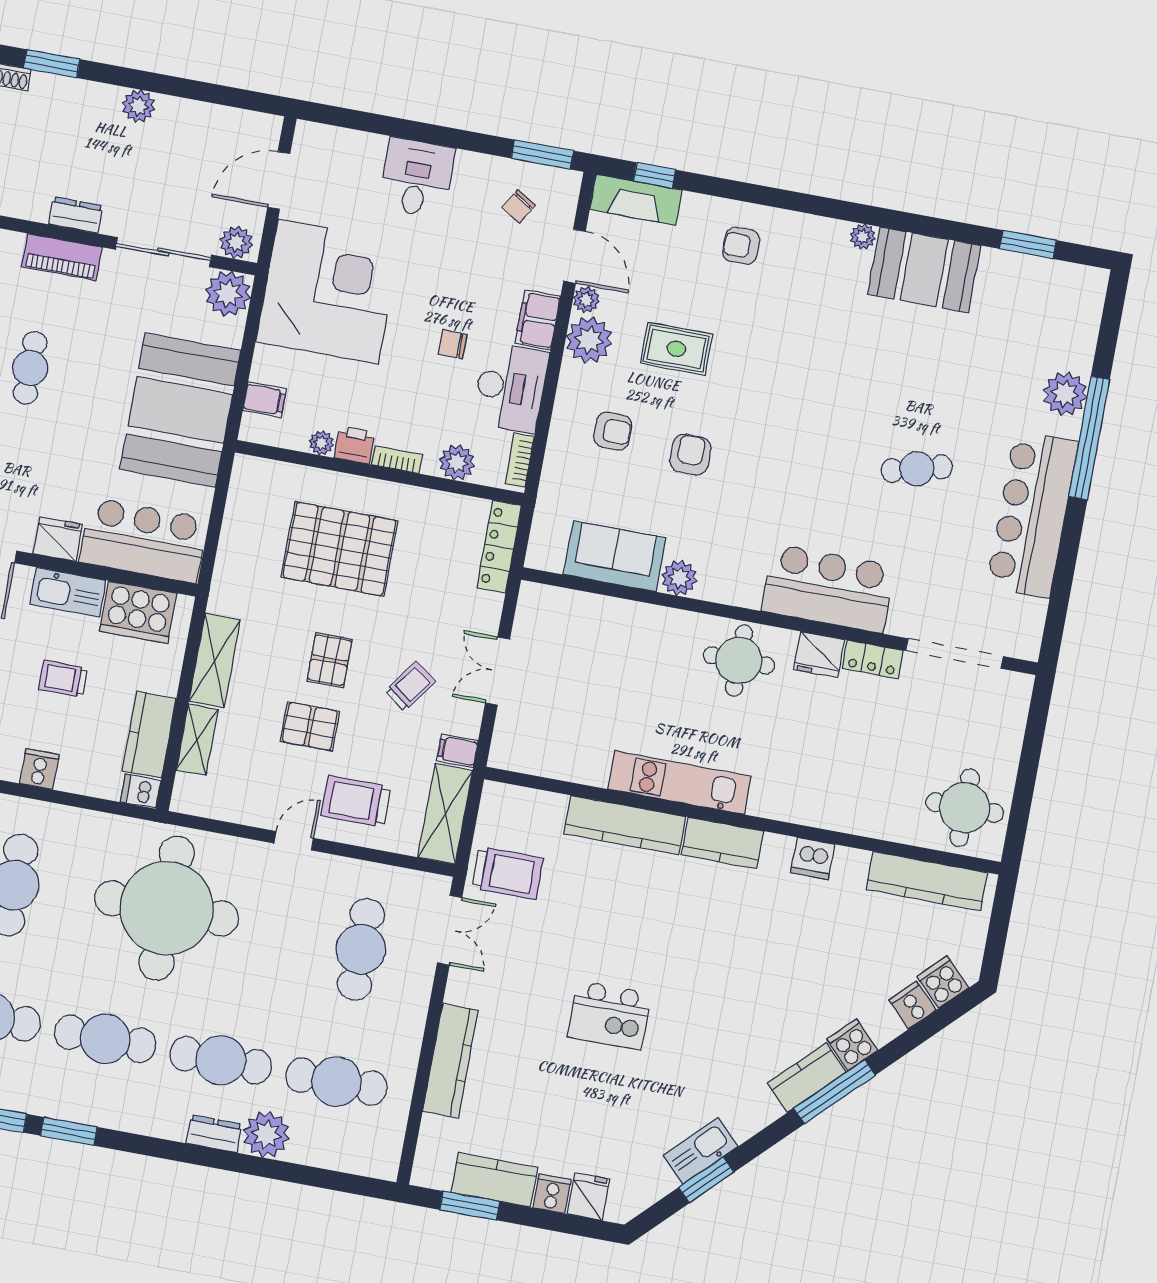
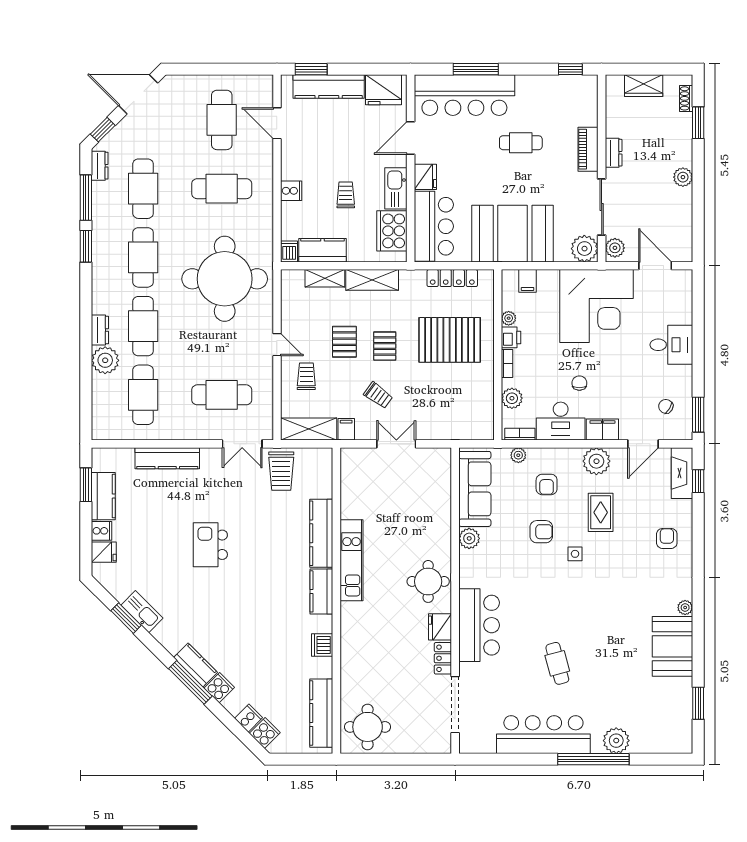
plant: (586, 300) -> (518, 455), moved
side table: (738, 405) -> (575, 554), added
locker: (499, 547) -> (452, 278), moved, turned 180
pallet: (340, 549) -> (450, 340), turned 90
sofa: (615, 556) -> (475, 489), width x1.36
pallet: (330, 660) -> (385, 346), turned 90
trolley: (356, 801) -> (306, 376), width x0.73, depth x0.72

